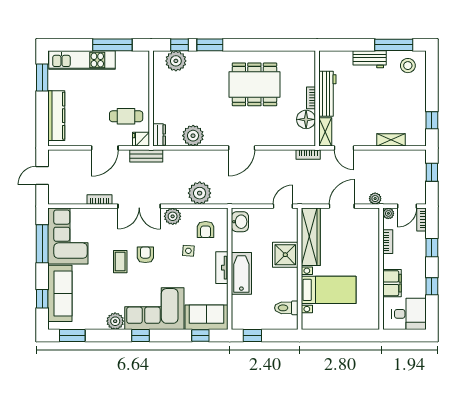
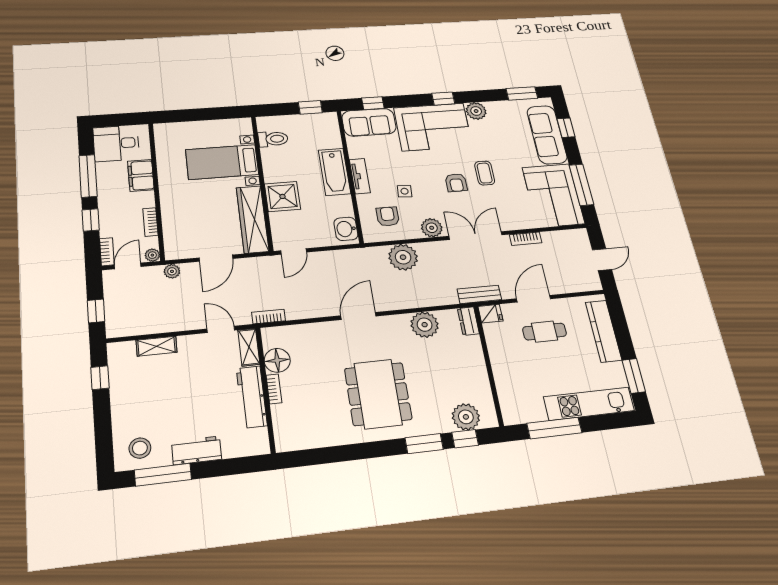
dining table: (254, 84) -> (378, 394), moved, turned 90
cafe table: (126, 116) -> (544, 332), moved
window: (432, 286) -> (88, 176), width x2.17

